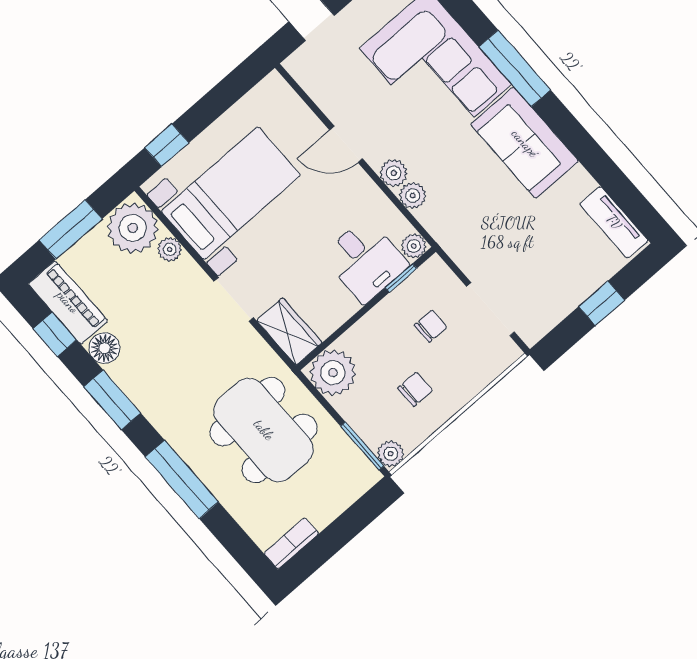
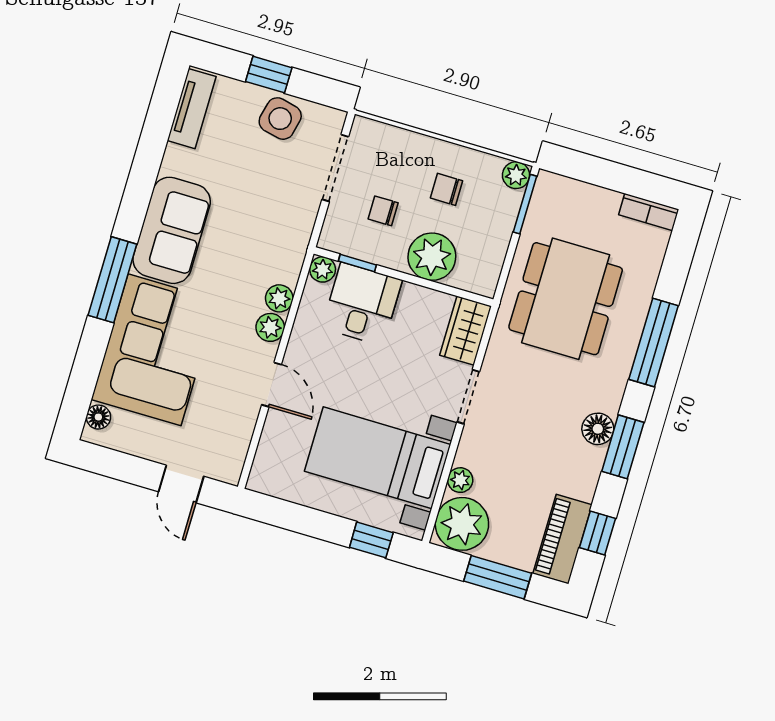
side table: (560, 290) -> (280, 119), added
floor lamp: (104, 348) -> (598, 429), moved
plant: (333, 373) -> (432, 257), moved

